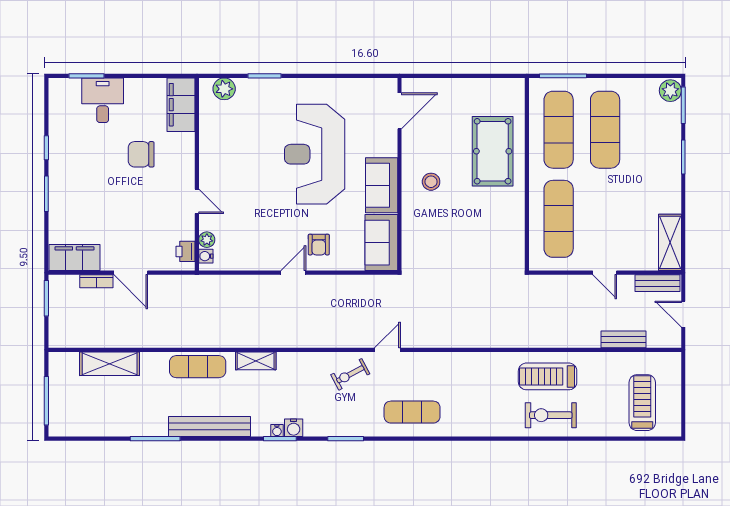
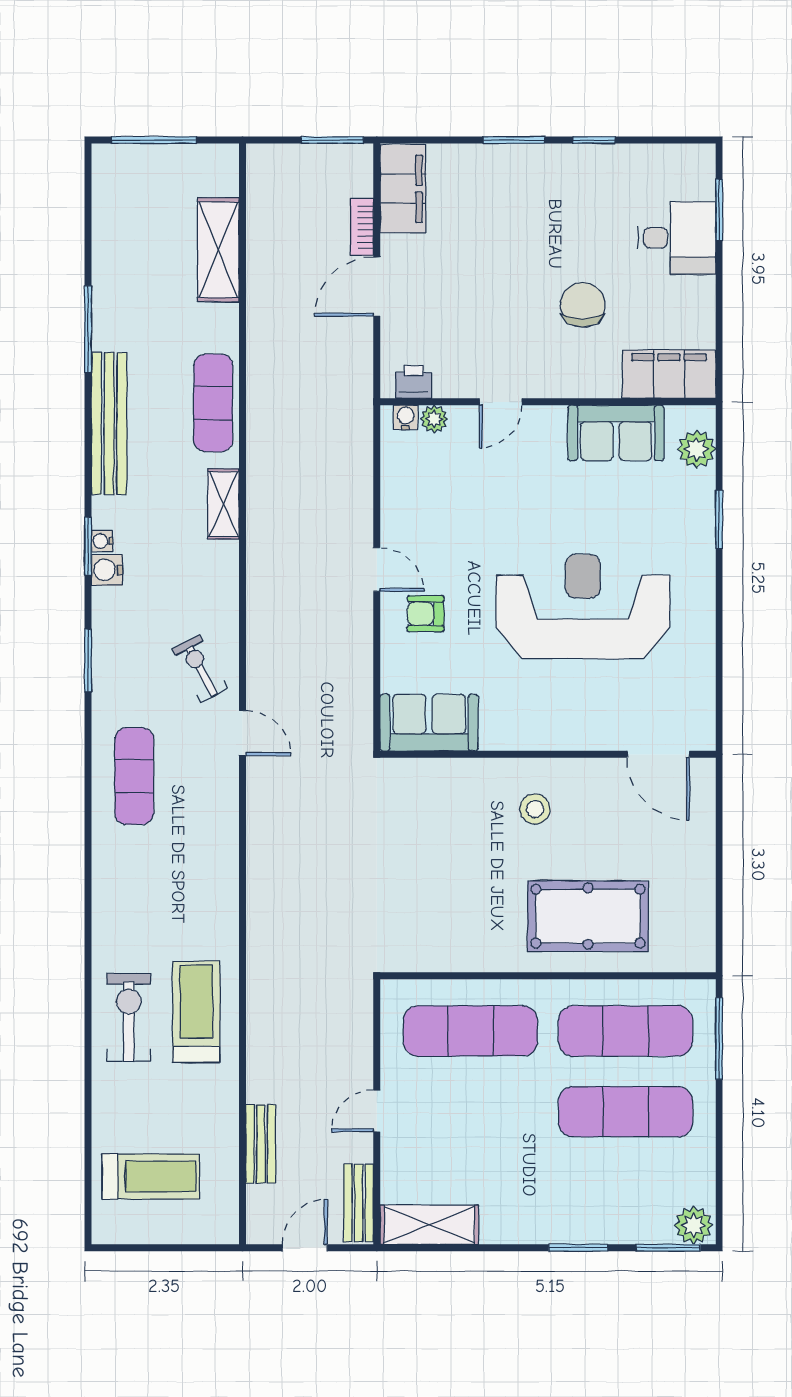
sofa: (382, 185) -> (616, 433), moved, turned 180

